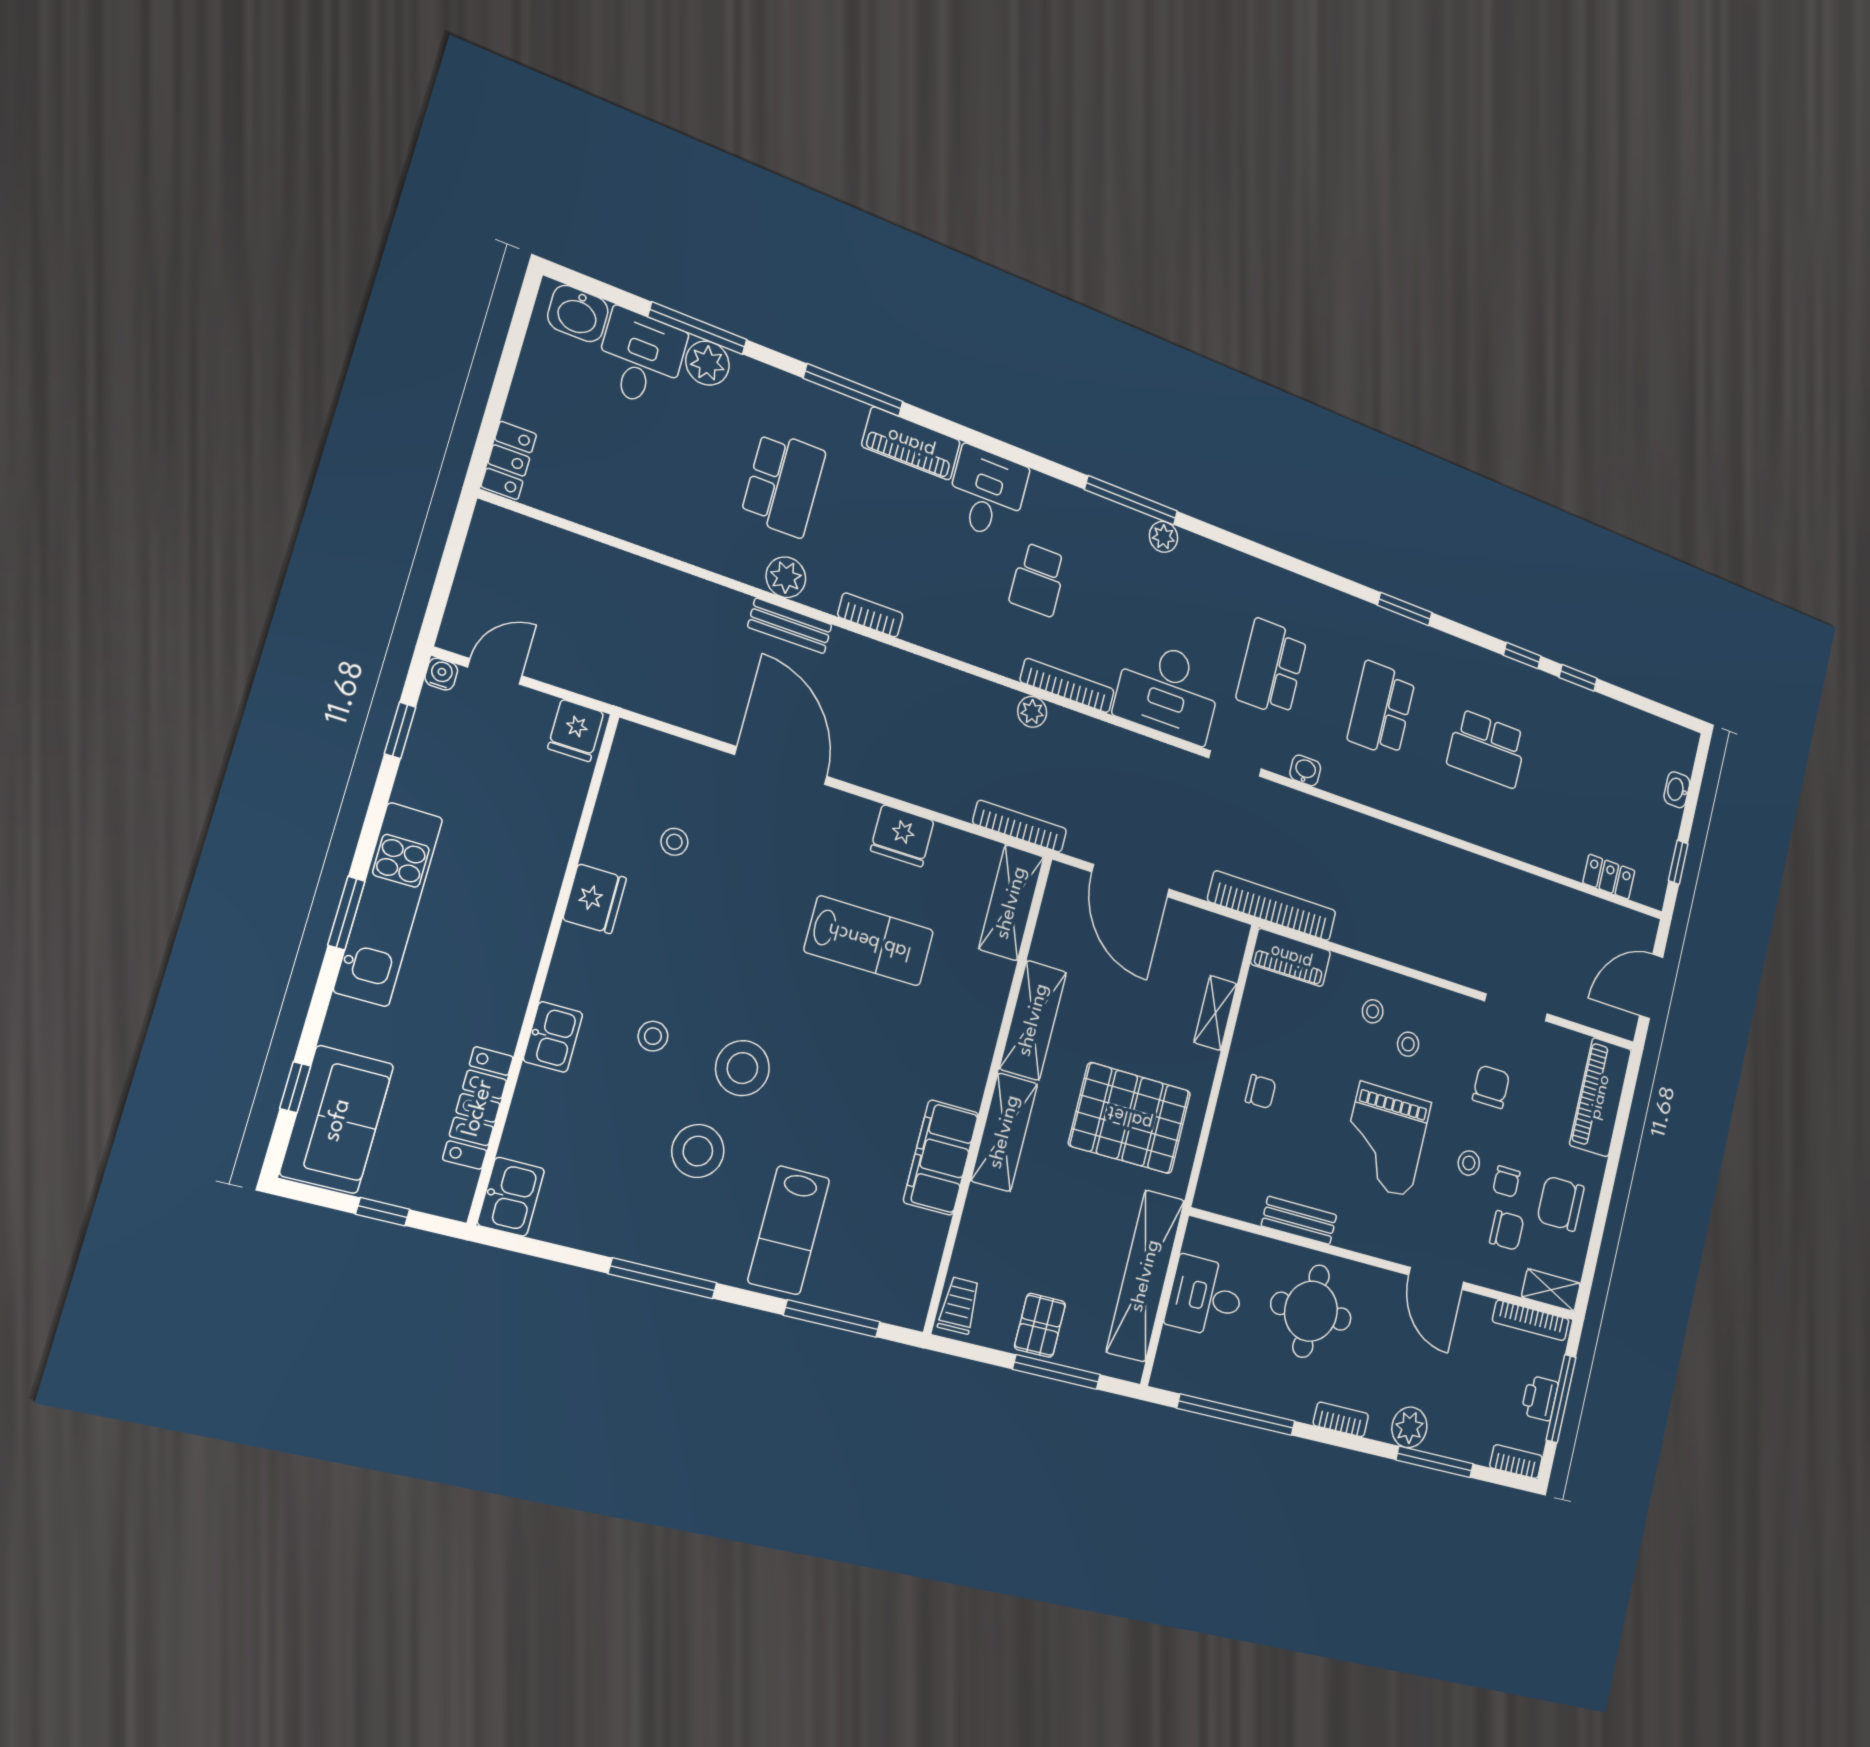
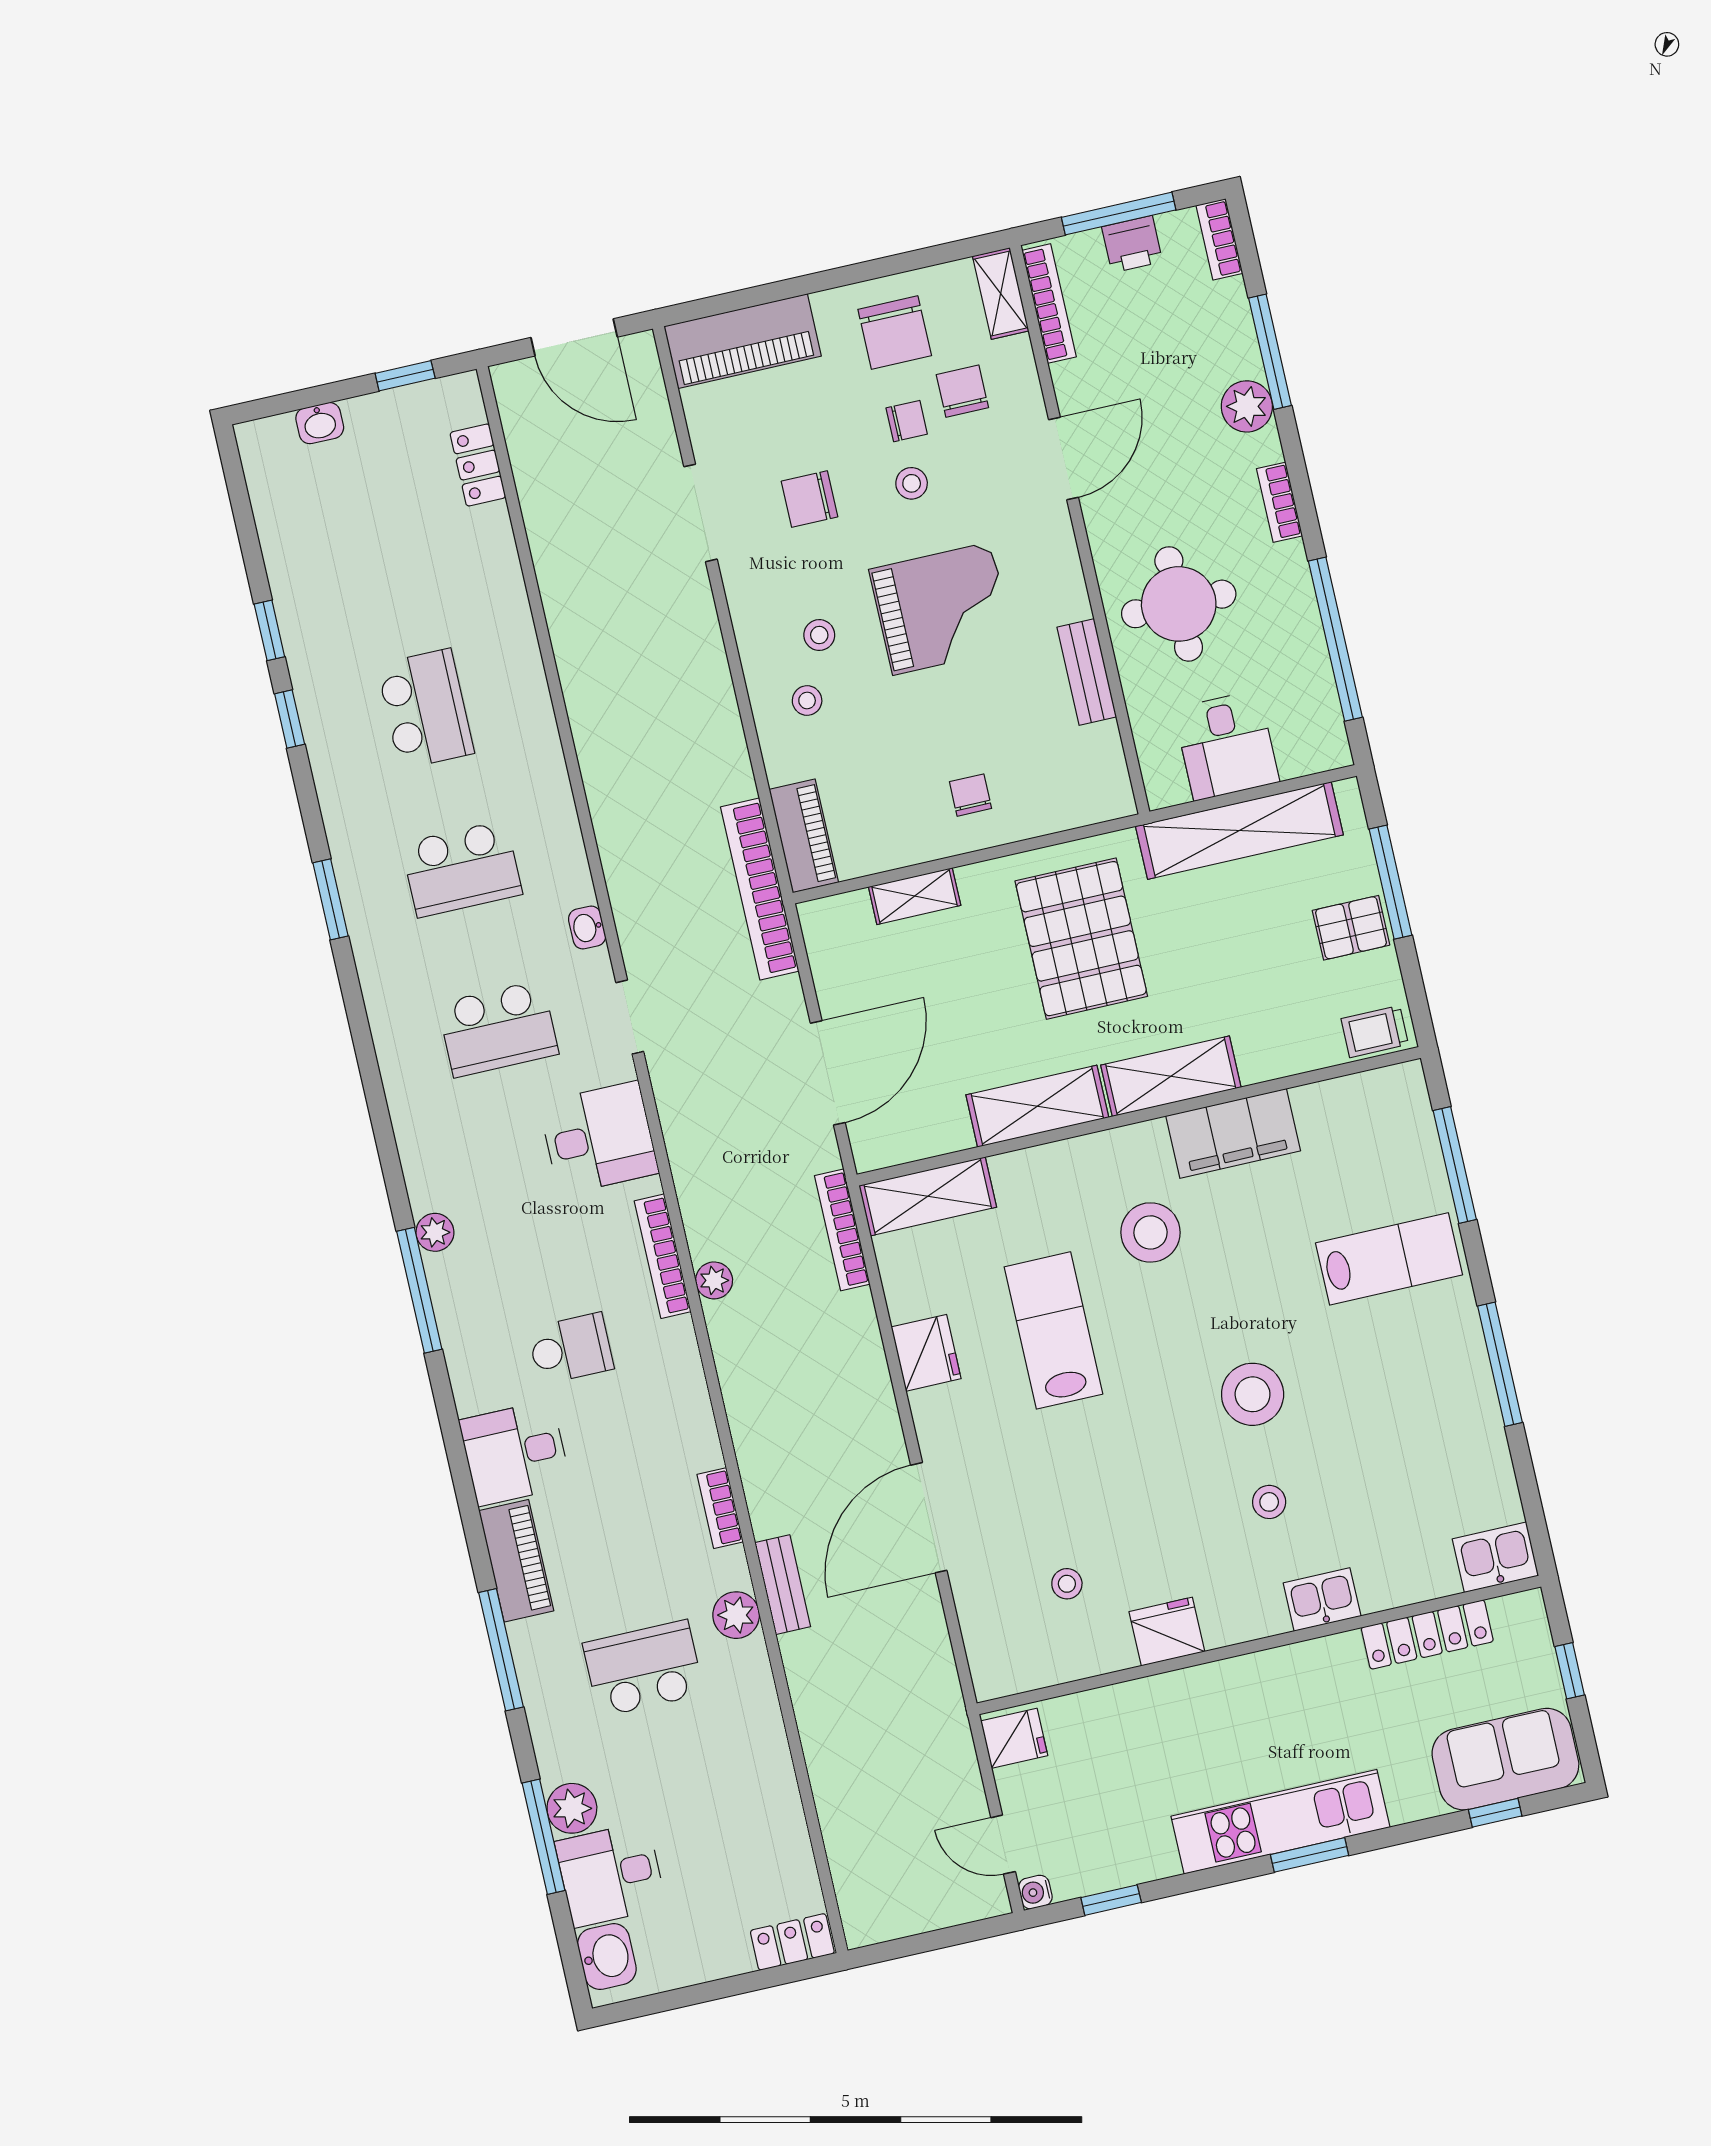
desk: (1168, 691) -> (599, 1138), width x0.73
stool: (698, 1151) -> (1151, 1232), moved

